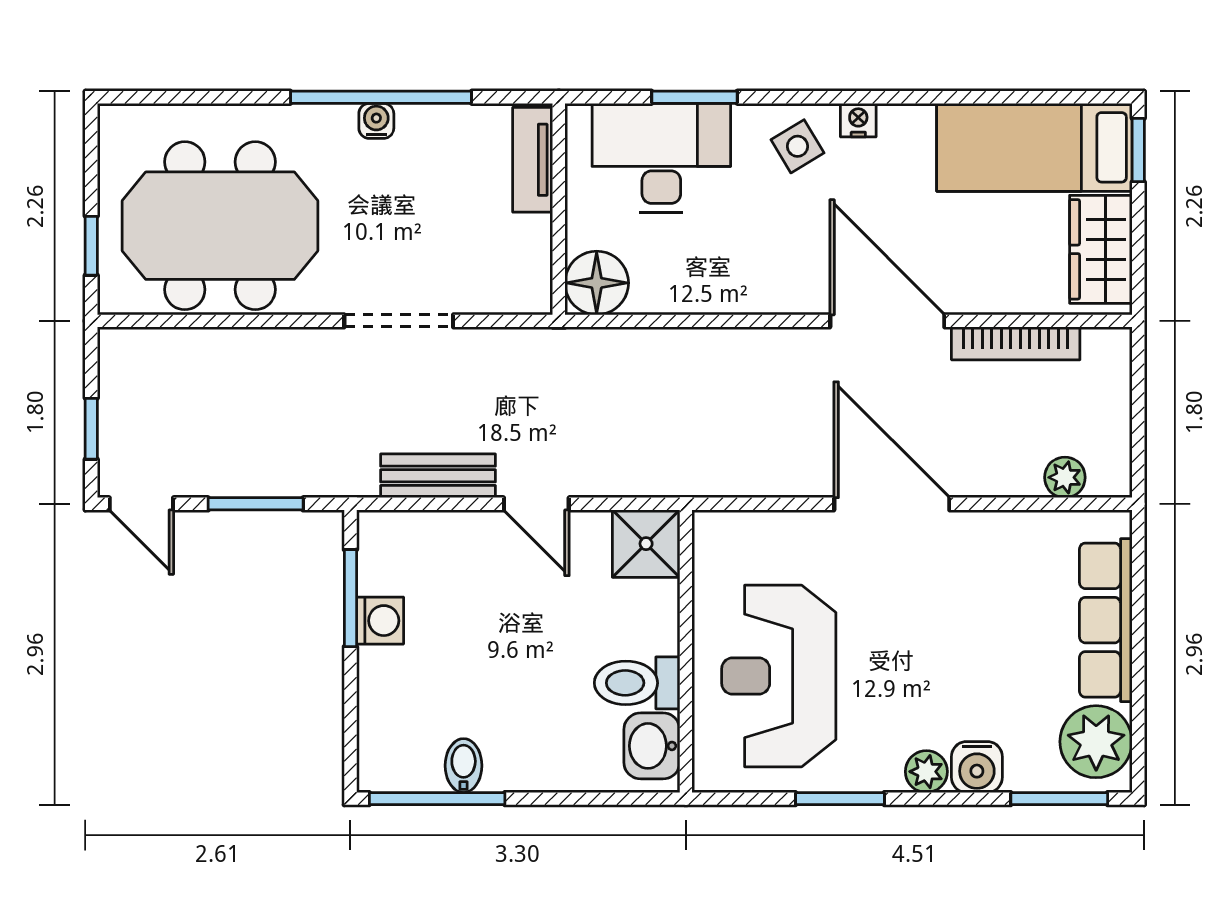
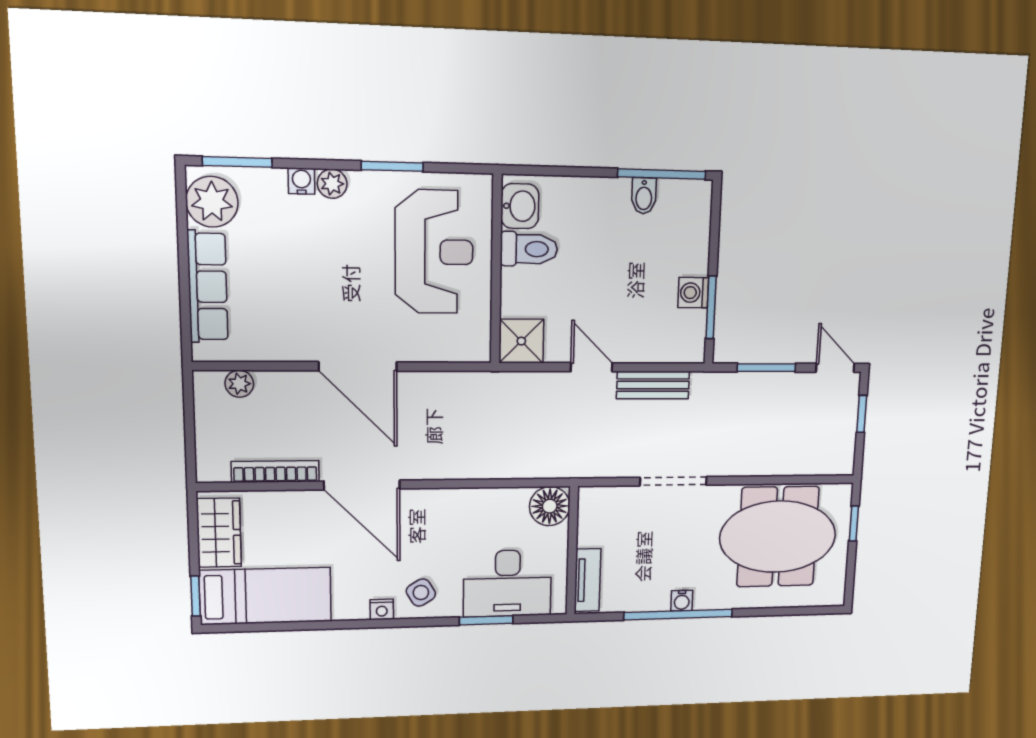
water cooler: (977, 767) -> (301, 181), width x0.72, depth x0.72

